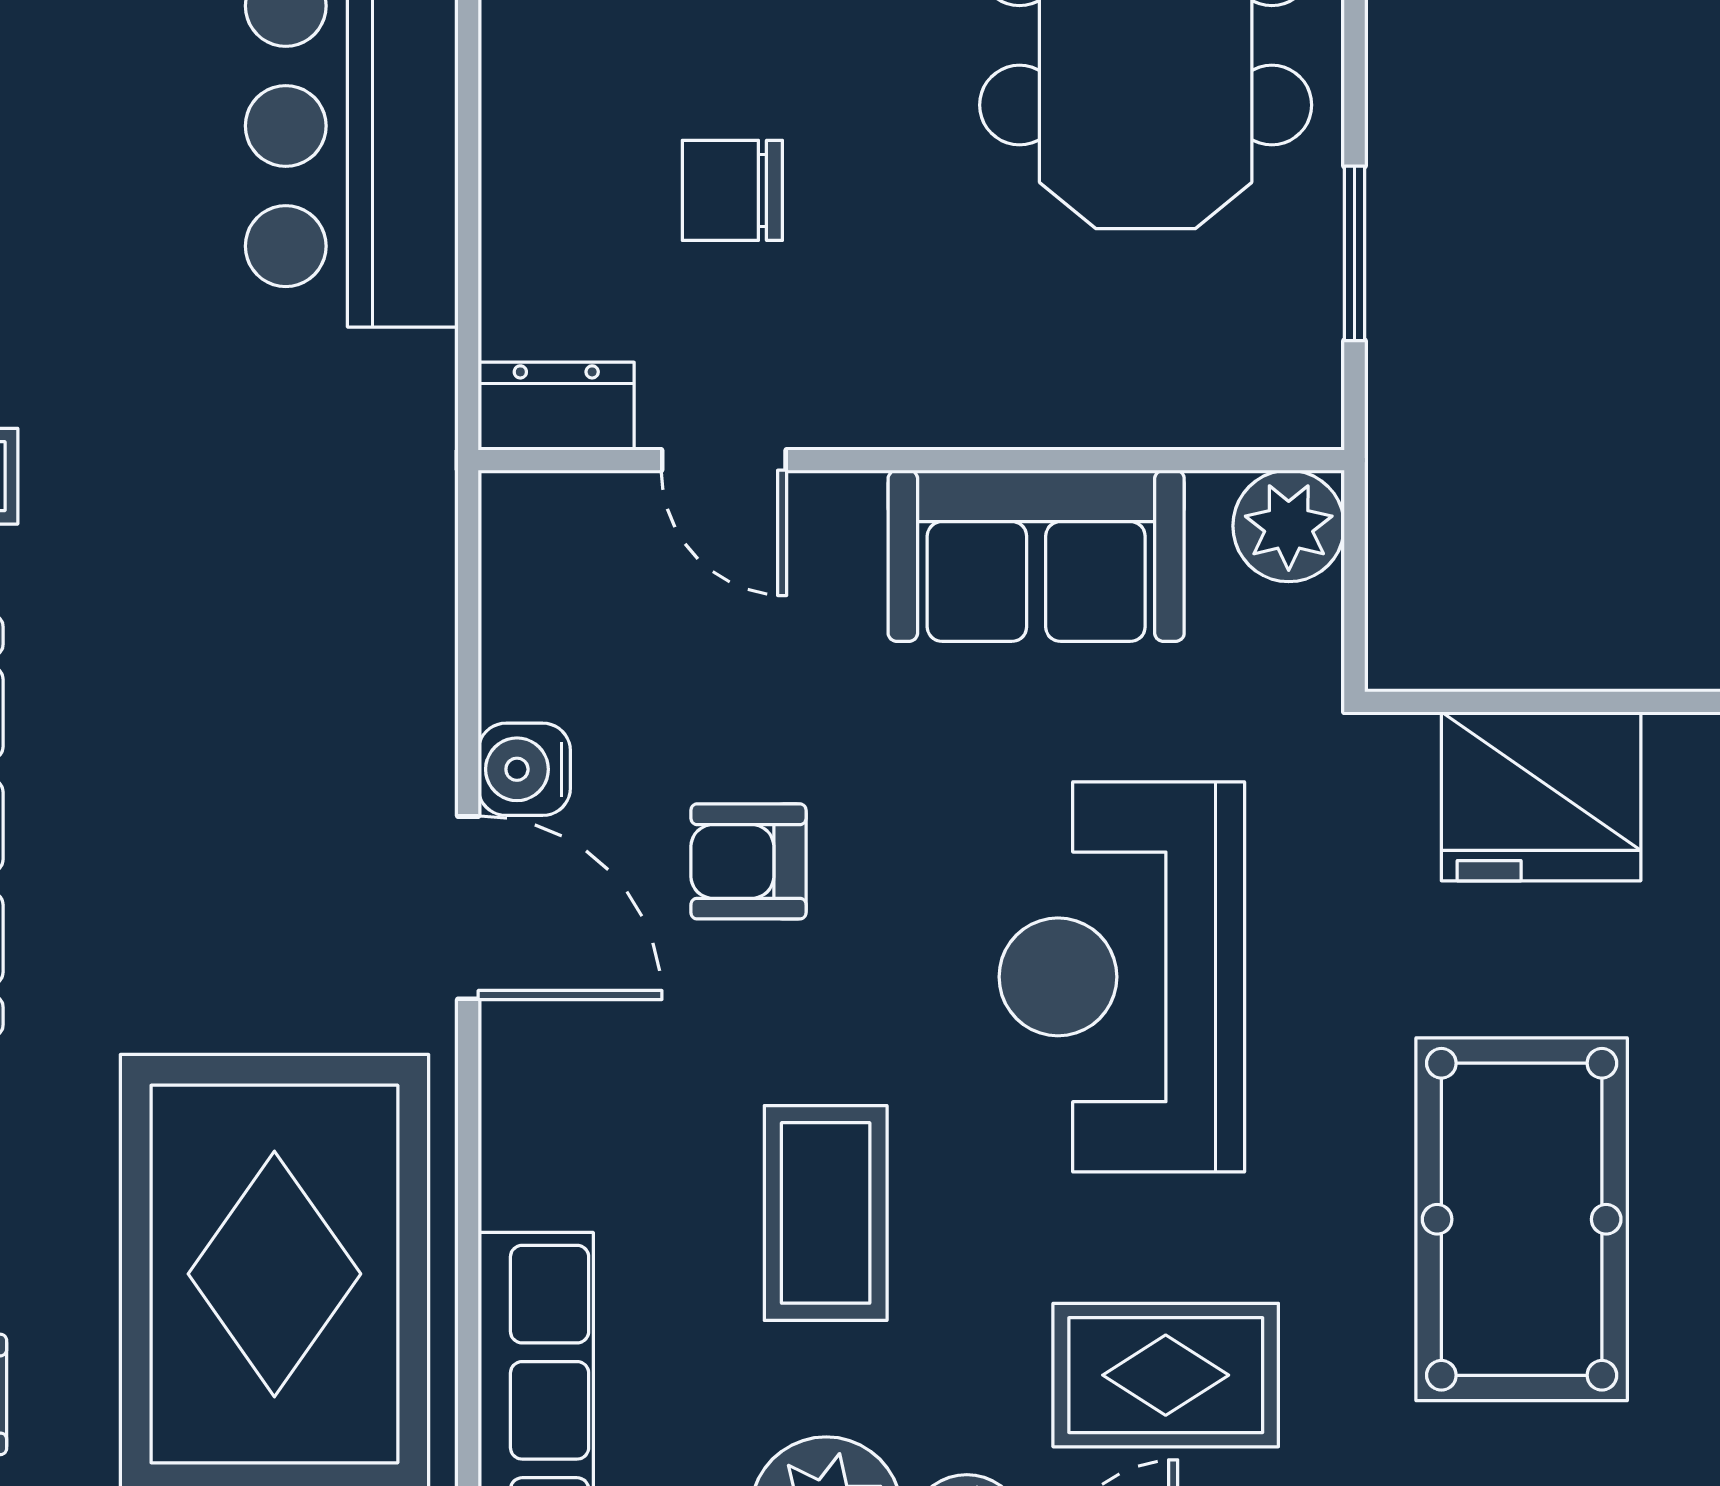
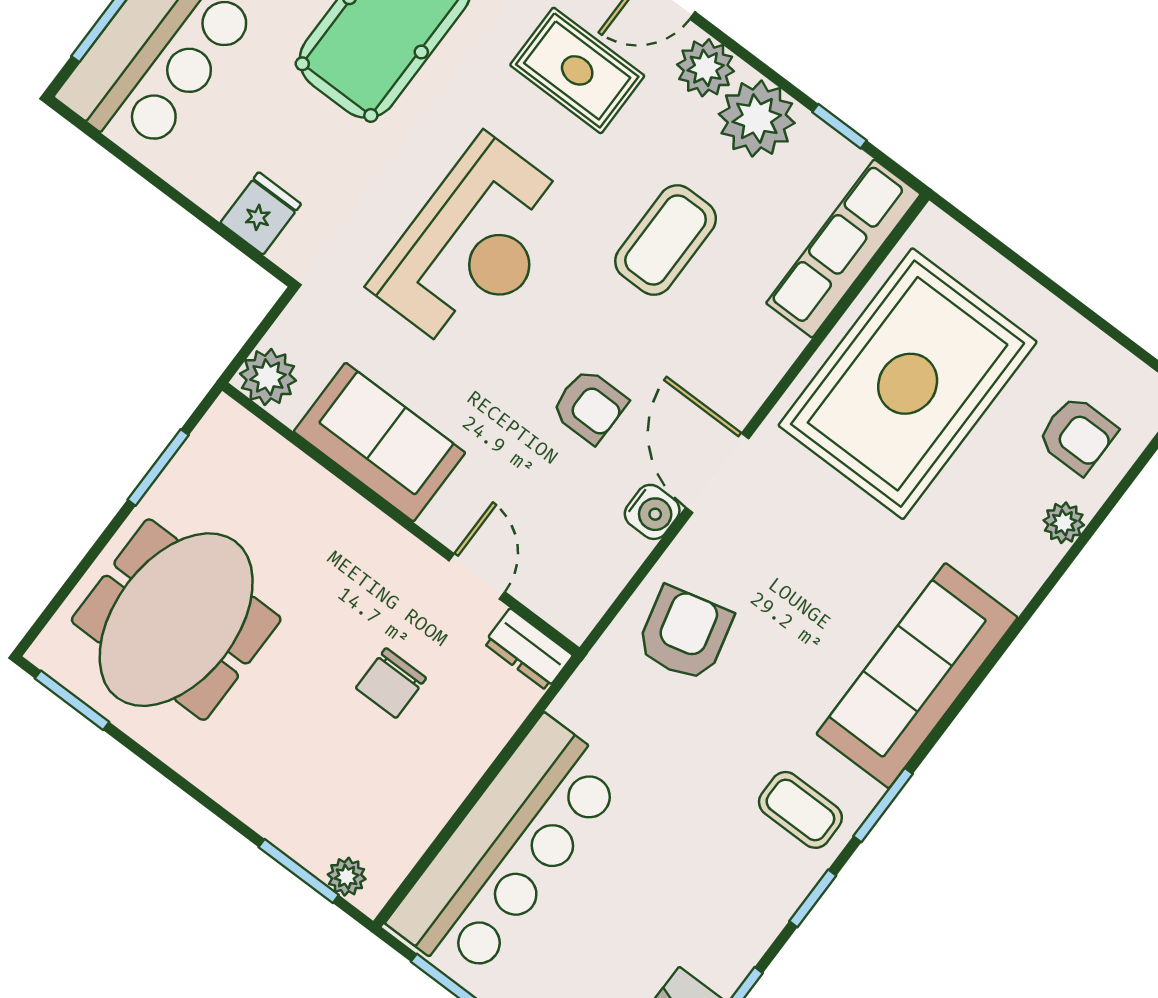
chair: (732, 190) -> (391, 683), turned 90
armchair: (329, 616) -> (685, 634), added
fridge: (1541, 796) -> (261, 213), width x0.53, depth x0.75

